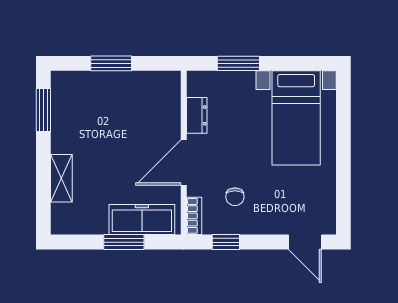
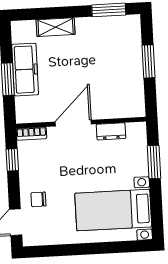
door: (184, 162) -> (73, 123), hinge flipped
chair: (235, 197) -> (38, 199), moved
freezer: (142, 220) -> (25, 70), moved

